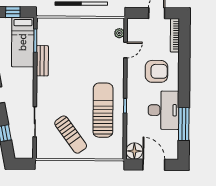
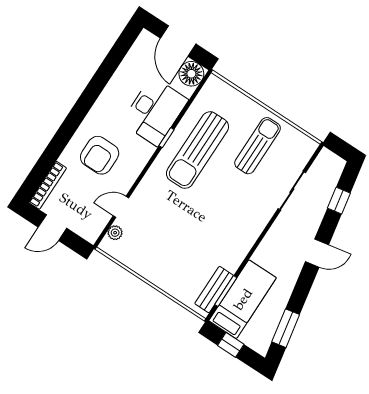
bench: (42, 61) -> (214, 290), moved
armchair: (156, 71) -> (100, 155), turned -90
desk: (163, 110) -> (155, 111), moved, turned 180
window: (184, 124) -> (108, 68), removed
sun lounger: (71, 135) -> (258, 146), turned 36

